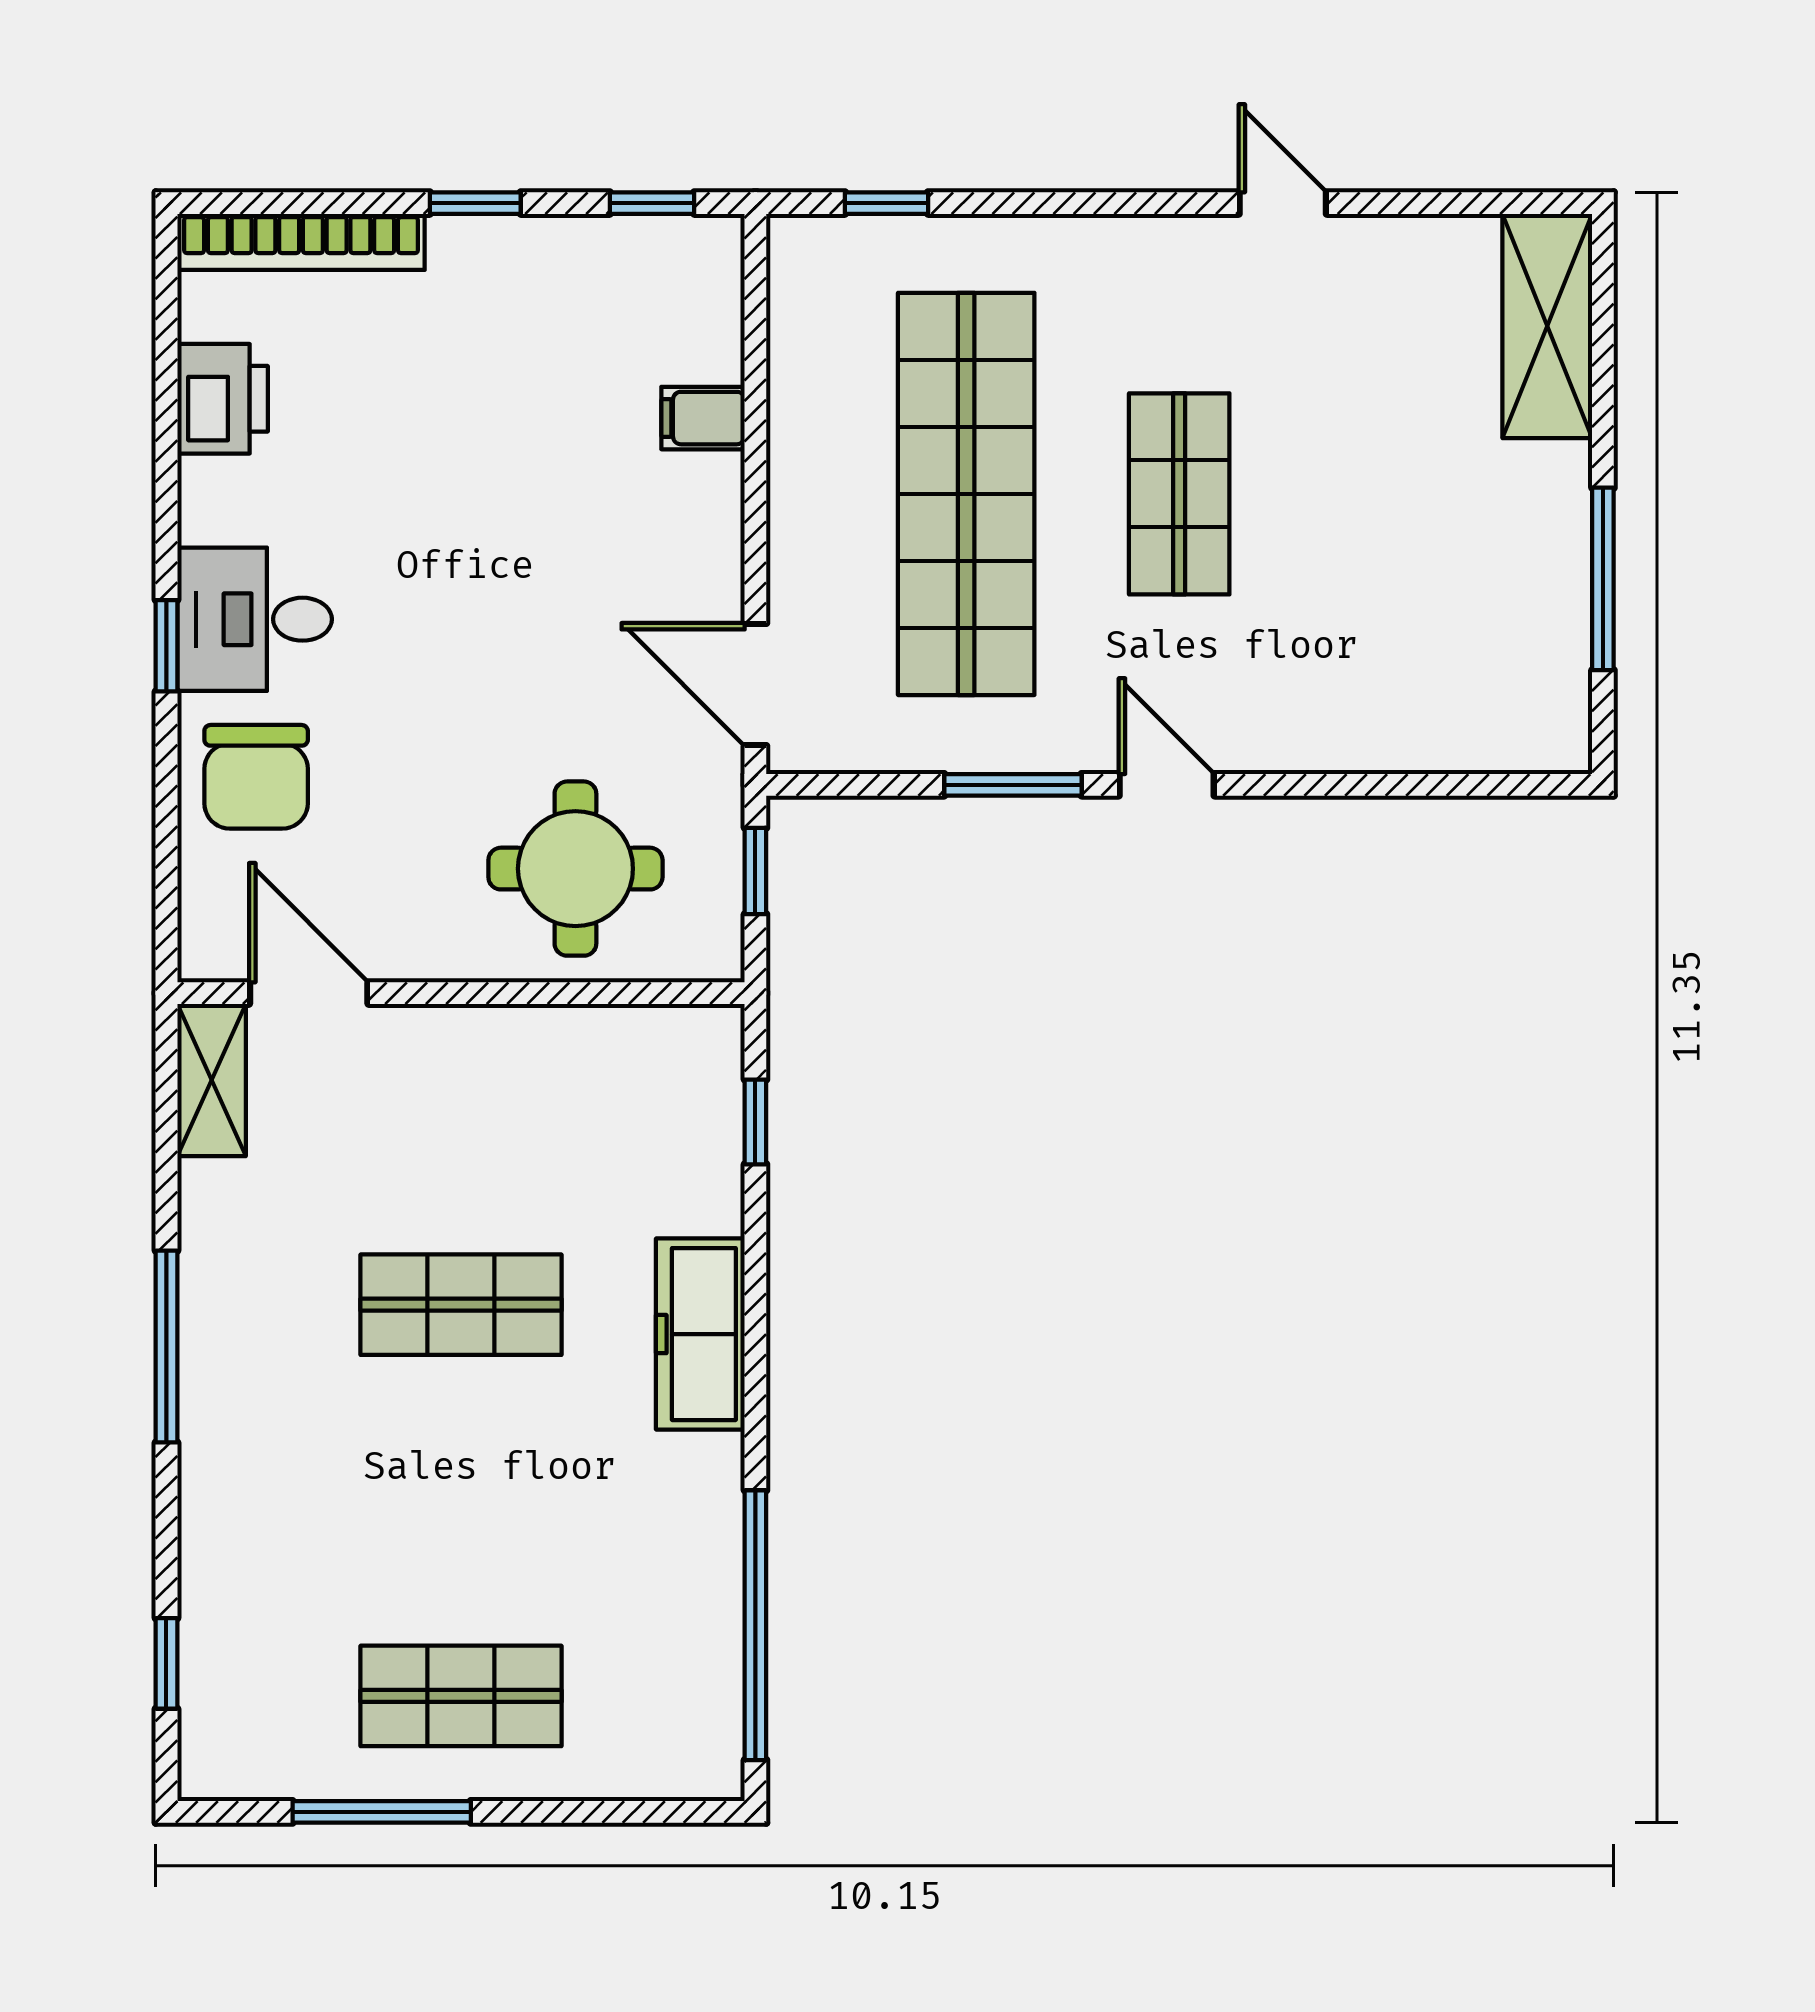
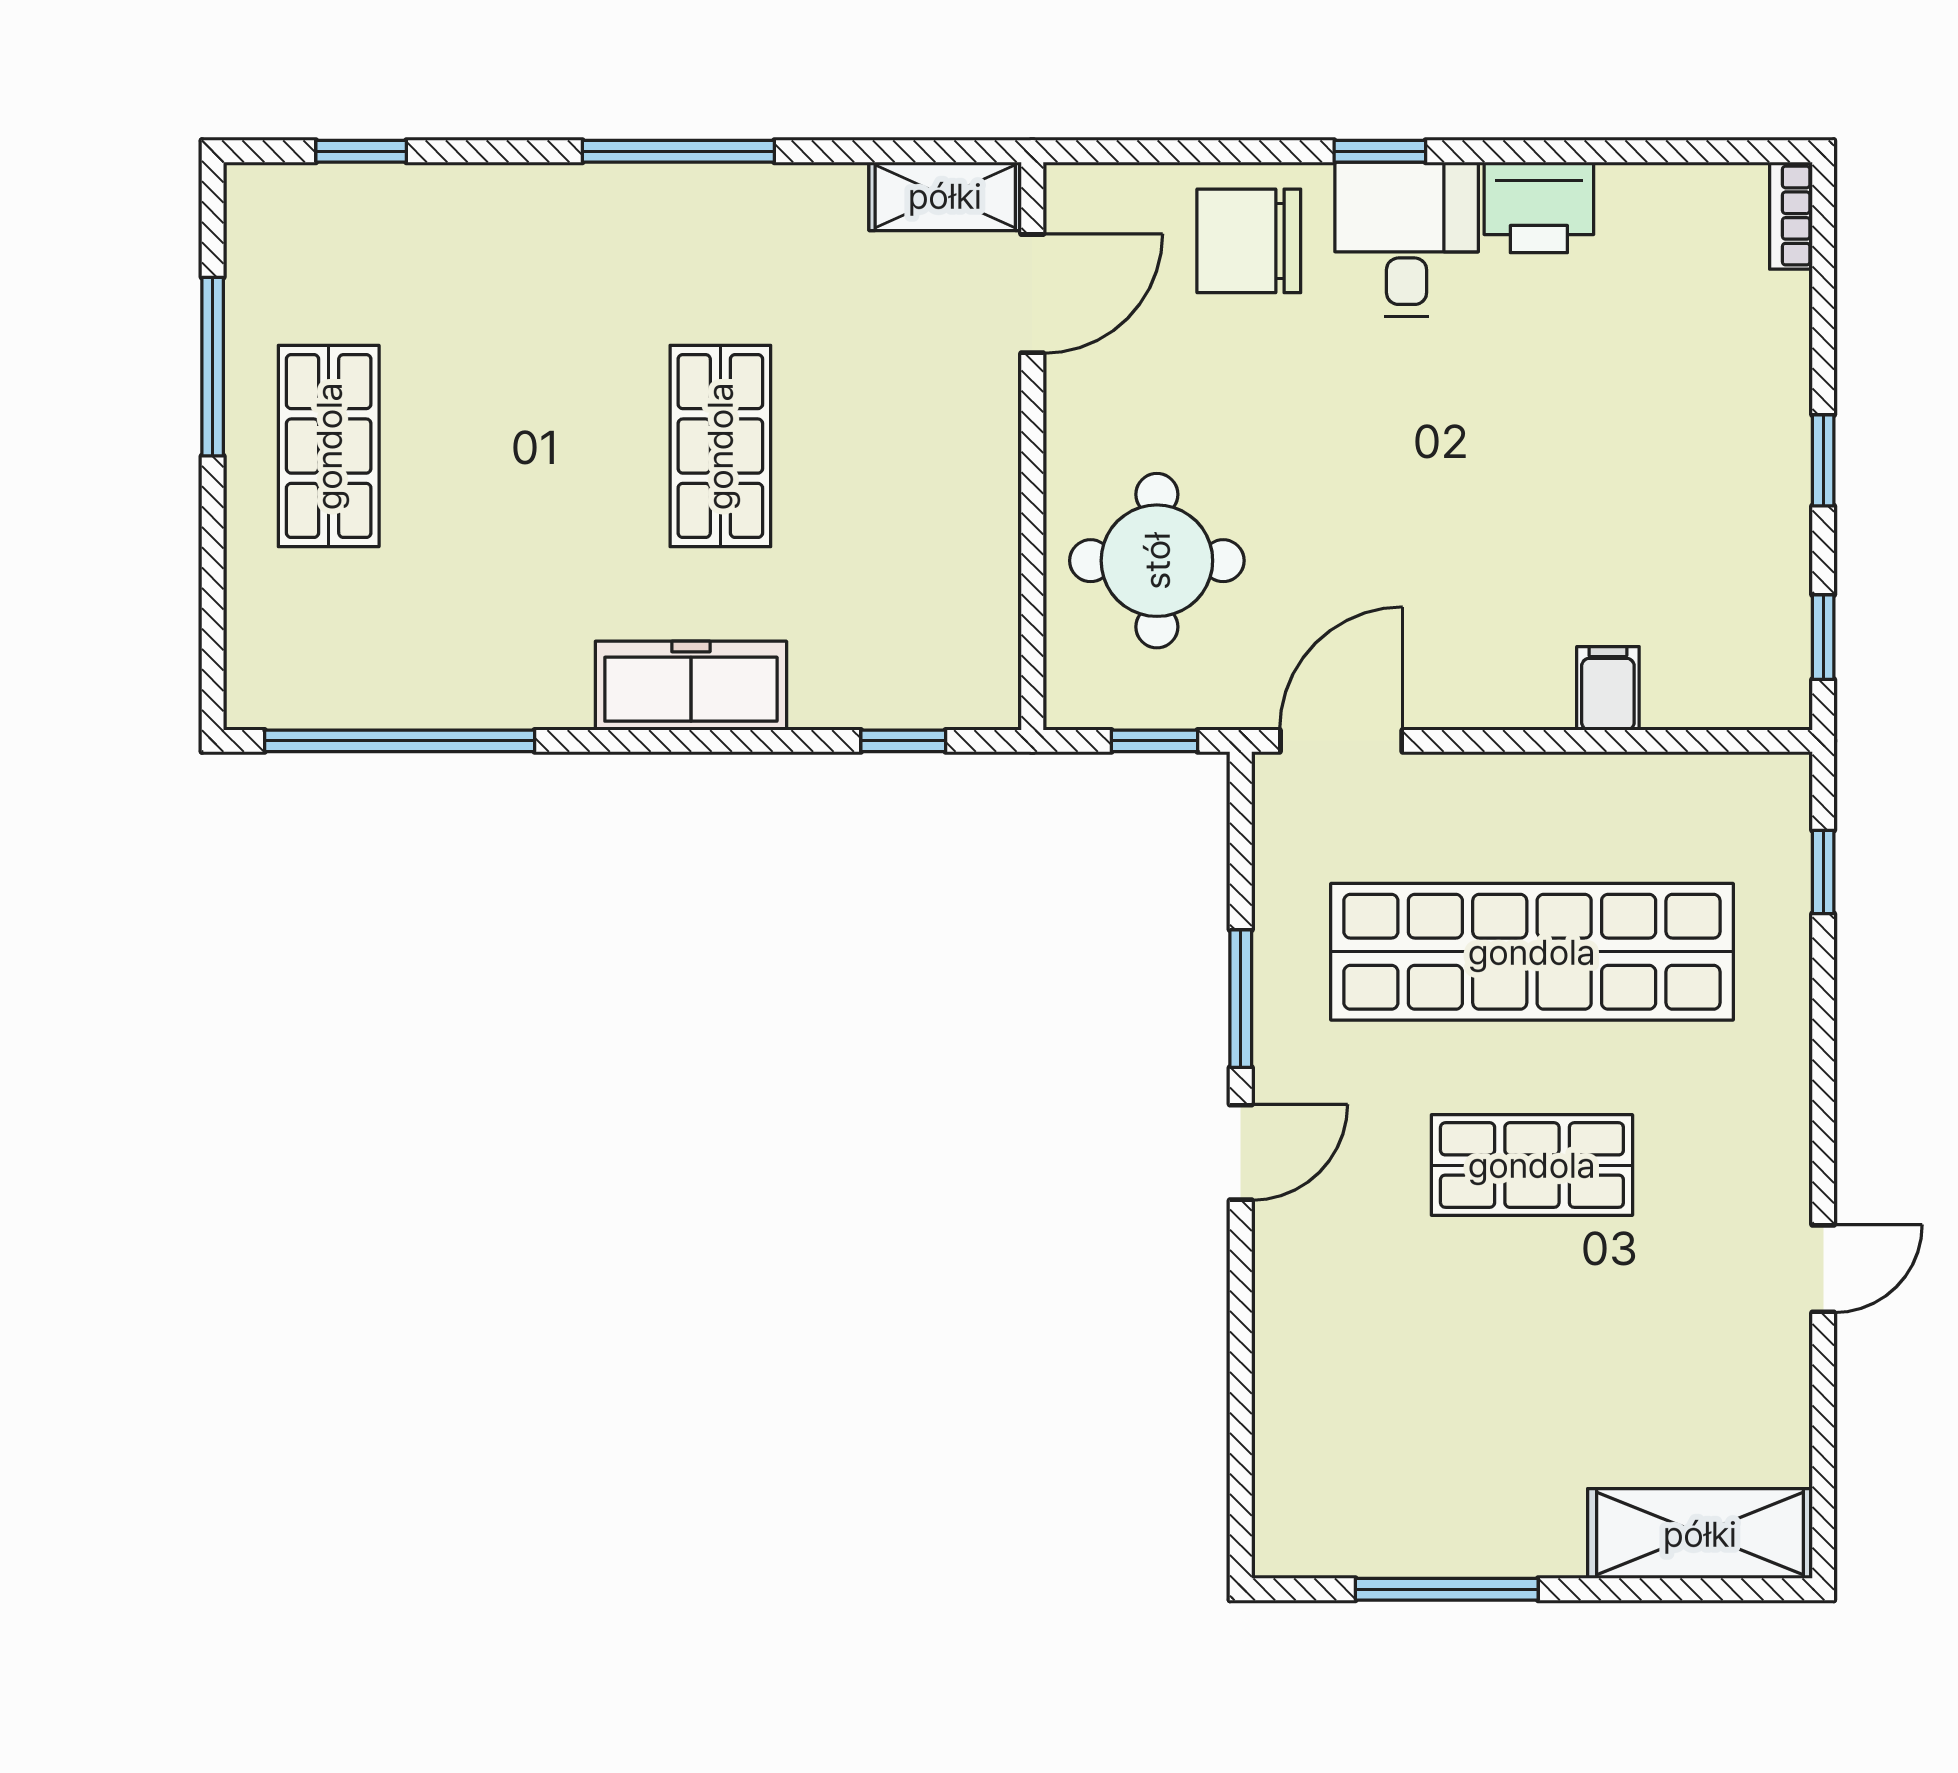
bookcase: (301, 242) -> (1791, 216), width x0.43, depth x0.76
printer: (223, 399) -> (1539, 207), moved

